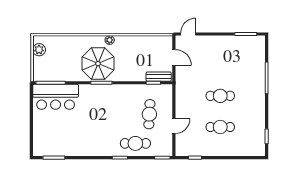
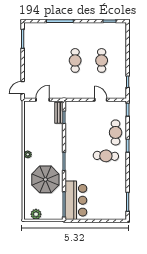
door: (188, 34) -> (23, 88), hinge flipped
parasol: (98, 64) -> (45, 179), moved
cafe table: (149, 114) -> (106, 156), moved

